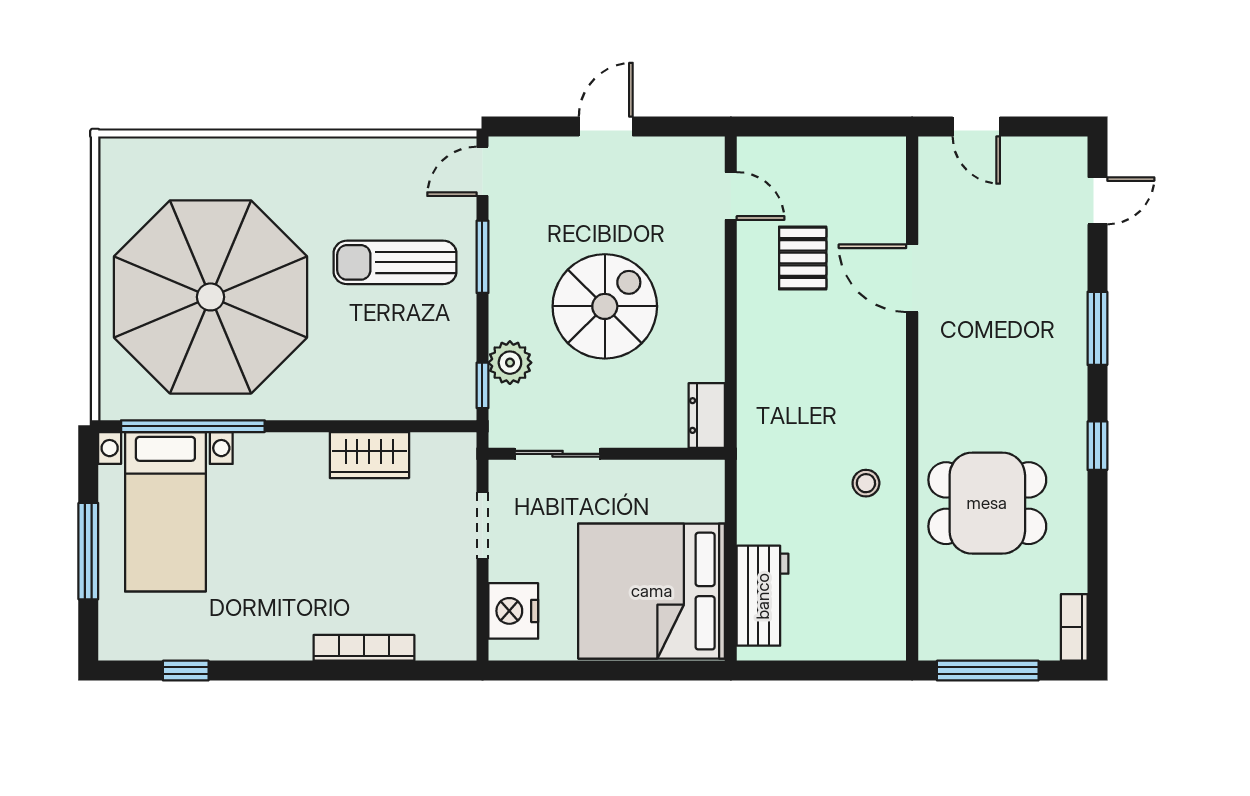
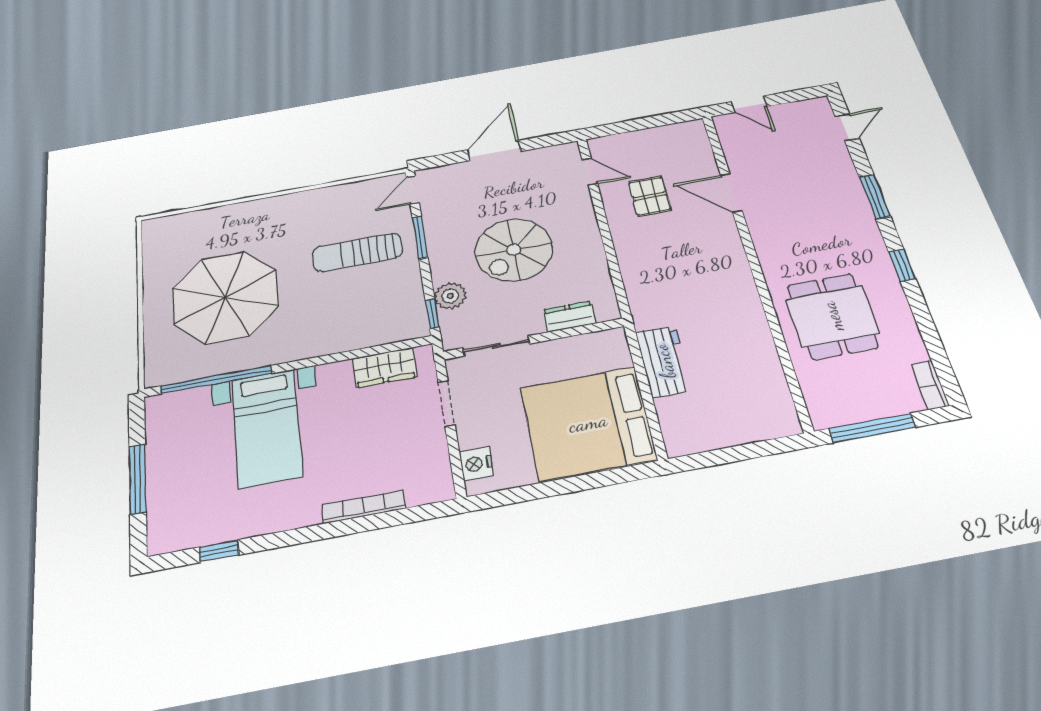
door: (606, 127) -> (494, 151), width x1.38
parasol: (210, 297) -> (225, 297), width x0.73, depth x0.73
spiral stairs: (605, 306) -> (514, 250), turned 180
dresser: (707, 416) -> (569, 317), moved, turned 90
wardrobe: (369, 455) -> (384, 367), moved
stool: (866, 483) -> (736, 321), removed
dining table: (987, 503) -> (832, 316), turned 90
bed with nightstands: (165, 512) -> (267, 427), moved
workbench: (763, 596) -> (664, 361), moved
nightstand: (513, 611) -> (476, 464), width x0.74, depth x0.75

